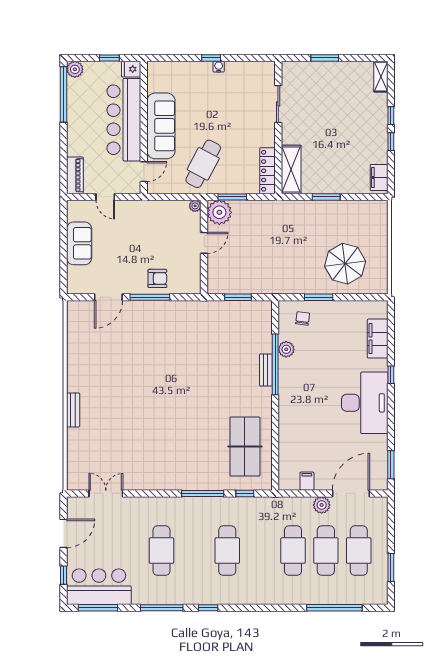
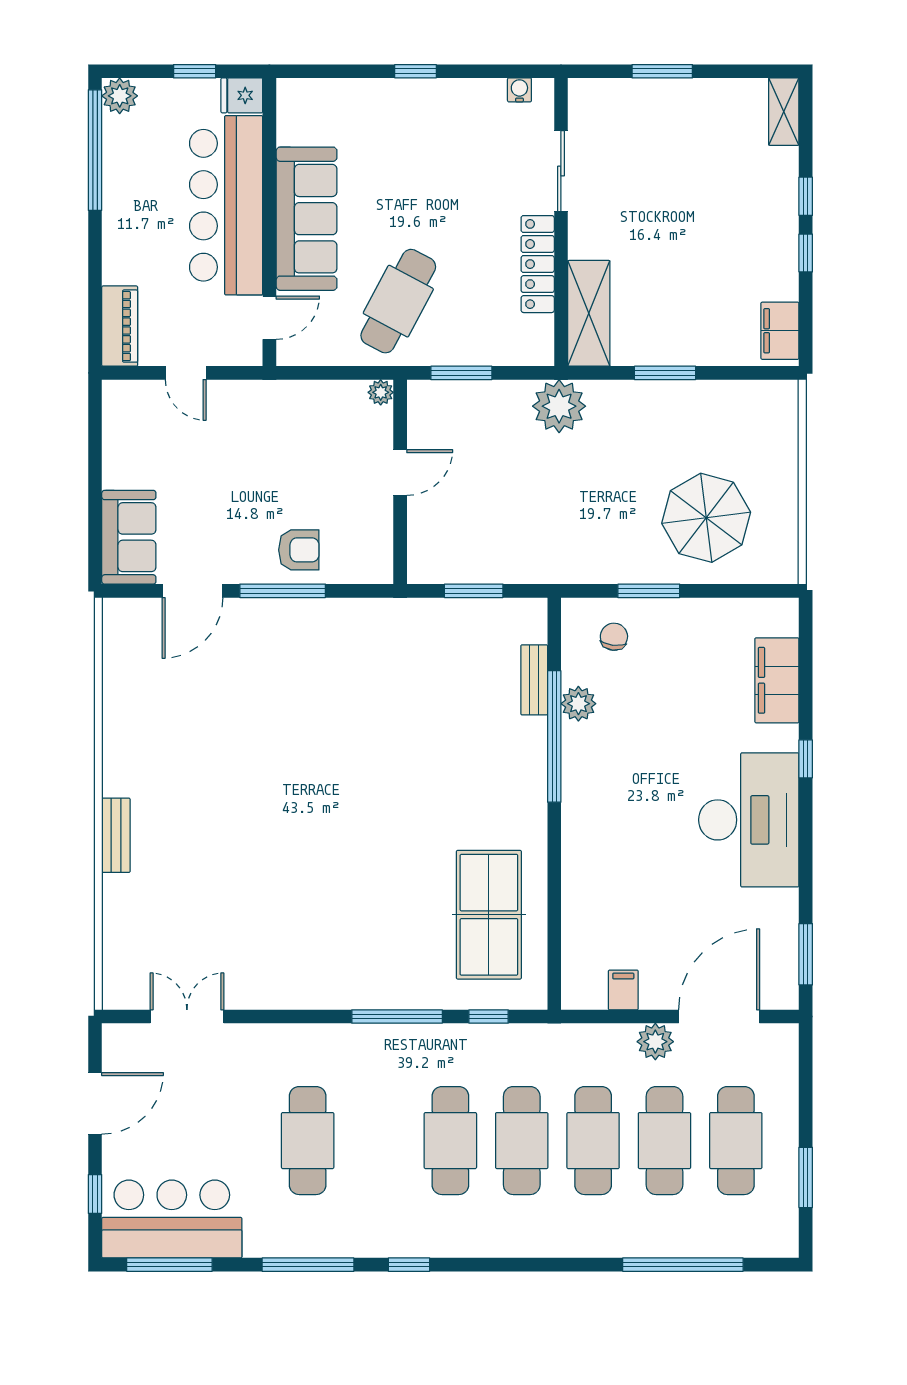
water cooler: (219, 67) -> (519, 90), moved
locker: (267, 171) -> (538, 264), moved
plant: (219, 212) -> (559, 406), moved
sofa: (79, 243) -> (129, 537), moved
bench: (266, 370) -> (534, 680), moved
cafe table: (260, 551) -> (522, 1141), added

